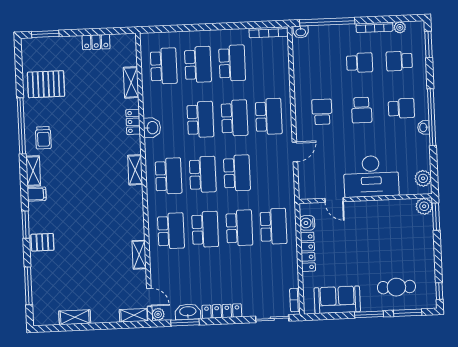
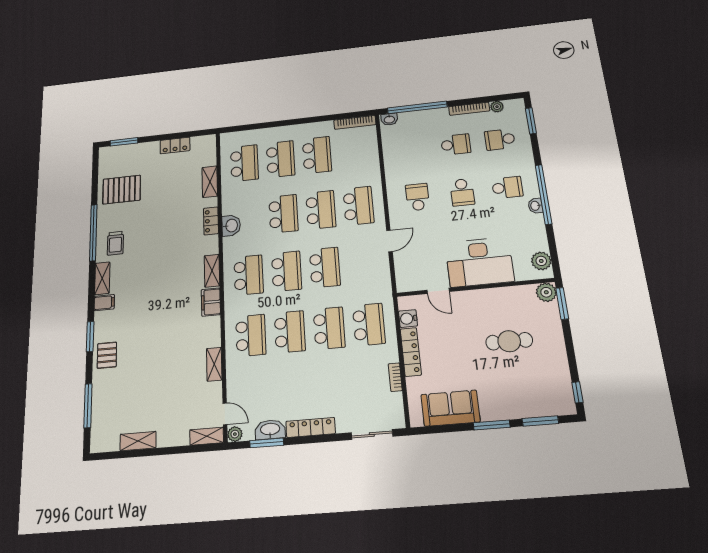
filing cabinet: (135, 199) -> (211, 302), added
pallet: (42, 242) -> (107, 355), turned 90
cafe table: (396, 287) -> (509, 341), moved
bookcase: (295, 300) -> (395, 377), moved

